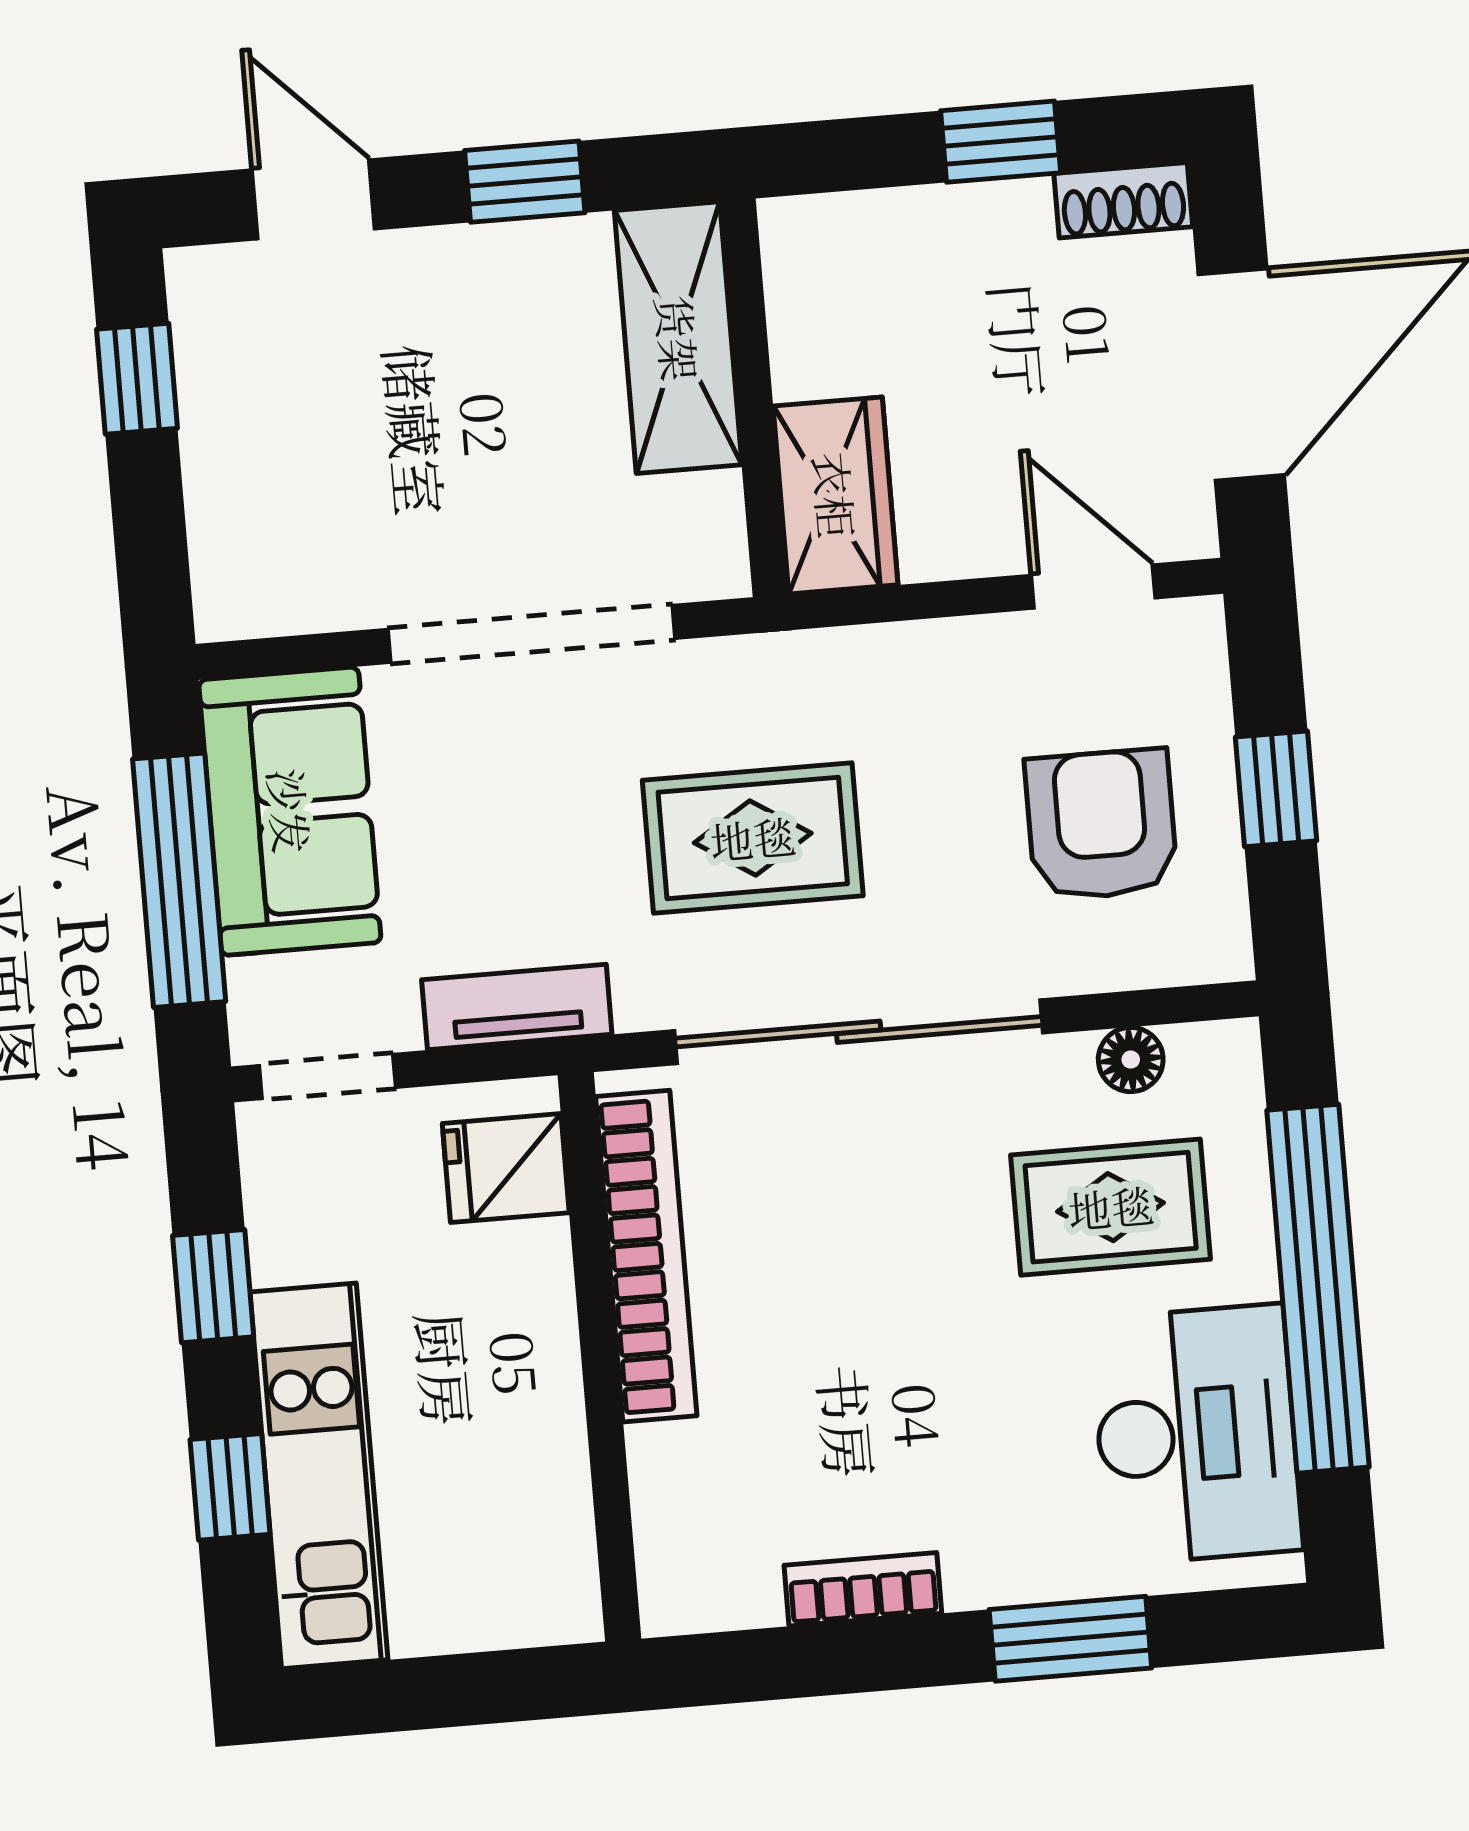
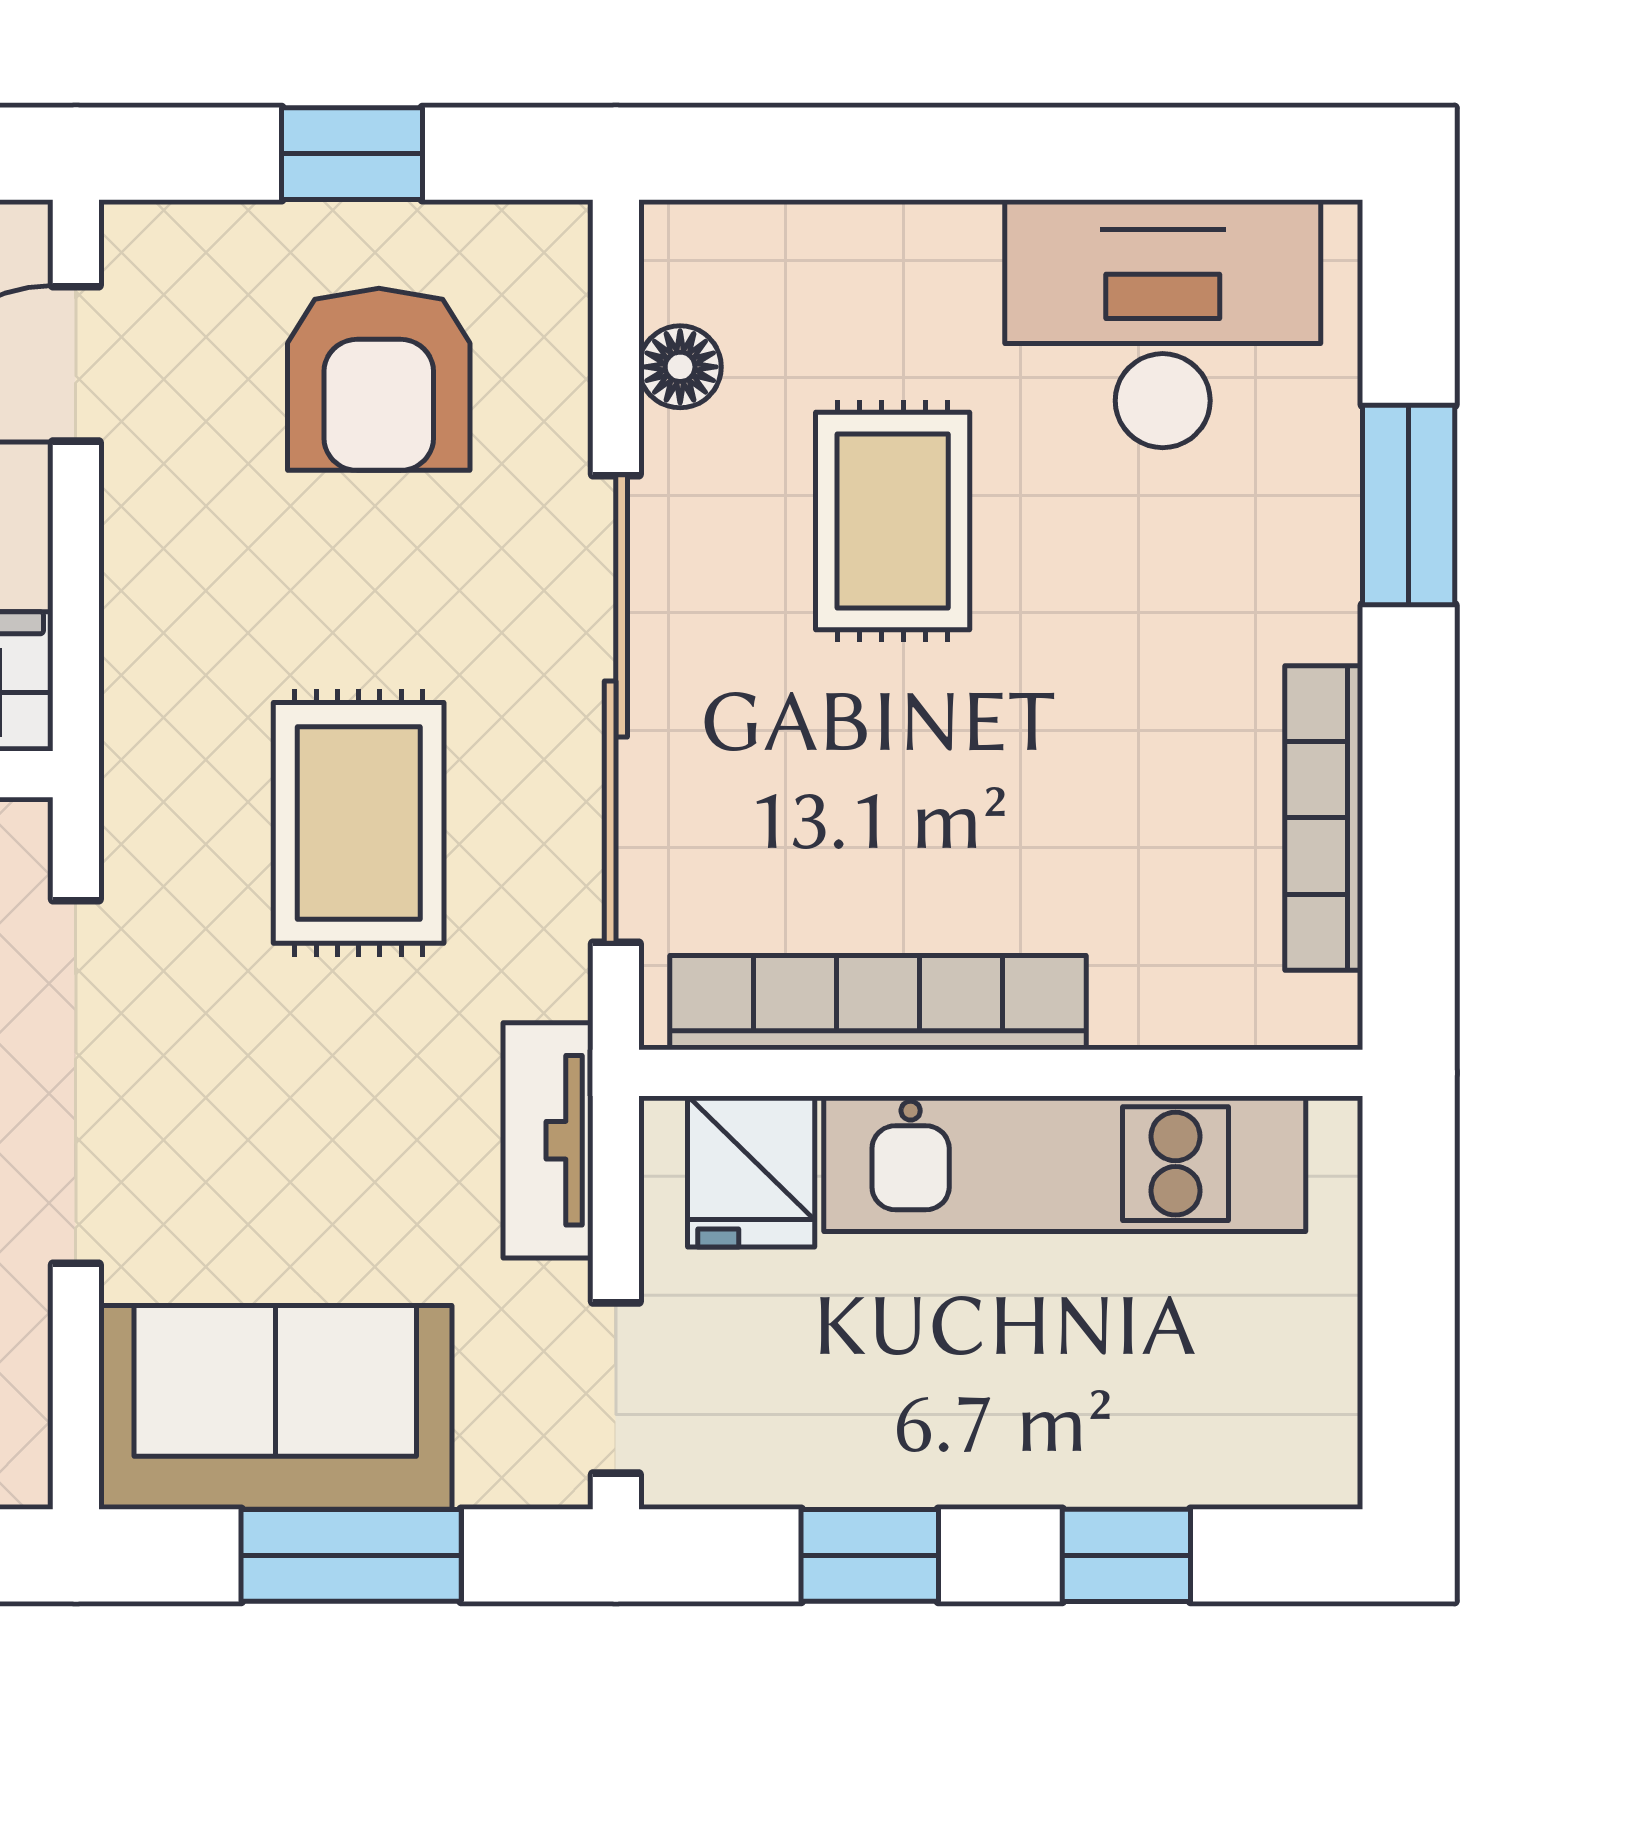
armchair: (1101, 825) -> (379, 379), turned -90
window: (179, 880) -> (351, 1555), width x0.69
rug: (1111, 1207) -> (893, 521), moved
window: (1318, 1289) -> (991, 154), removed
kitchen unit: (319, 1476) -> (1065, 1164), moved, turned 180
bookcase: (863, 1589) -> (1324, 818), width x1.56

